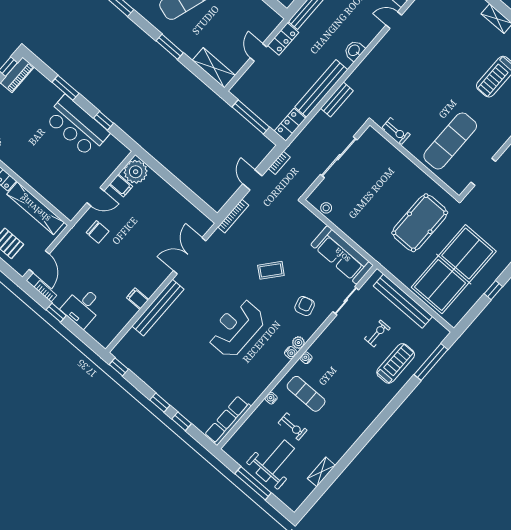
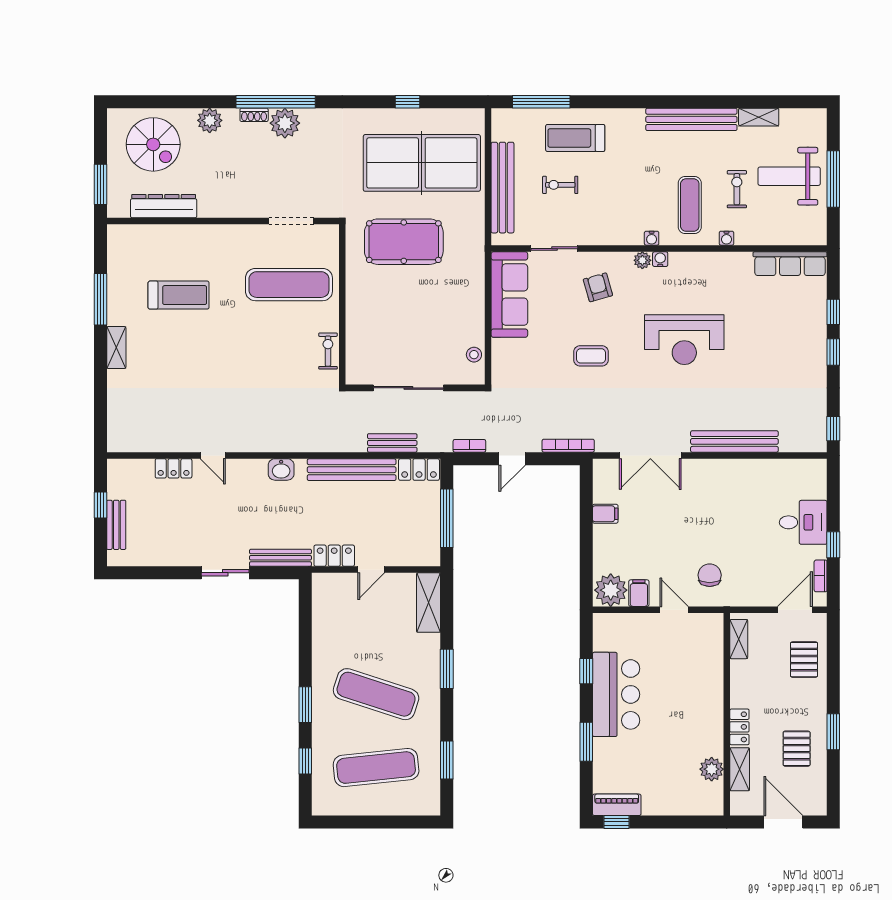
bench: (337, 99) -> (392, 443), moved
shelving: (35, 208) -> (739, 639), width x0.45, depth x0.75
coffee table: (271, 270) -> (591, 356), turned -40
filing cabinet: (138, 299) -> (605, 514), moved, turned -90
armchair: (305, 306) -> (598, 287), turned 90
bench: (351, 435) -> (691, 119), added

